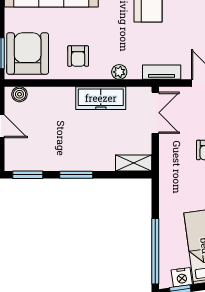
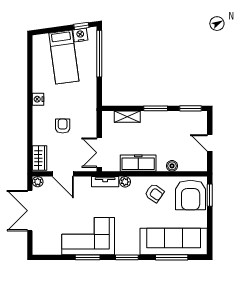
armchair: (78, 56) -> (154, 193), turned 125
tv unit: (162, 72) -> (105, 182), moved
boiler: (19, 94) -> (172, 166), moved
shelving: (134, 163) -> (127, 117), moved

